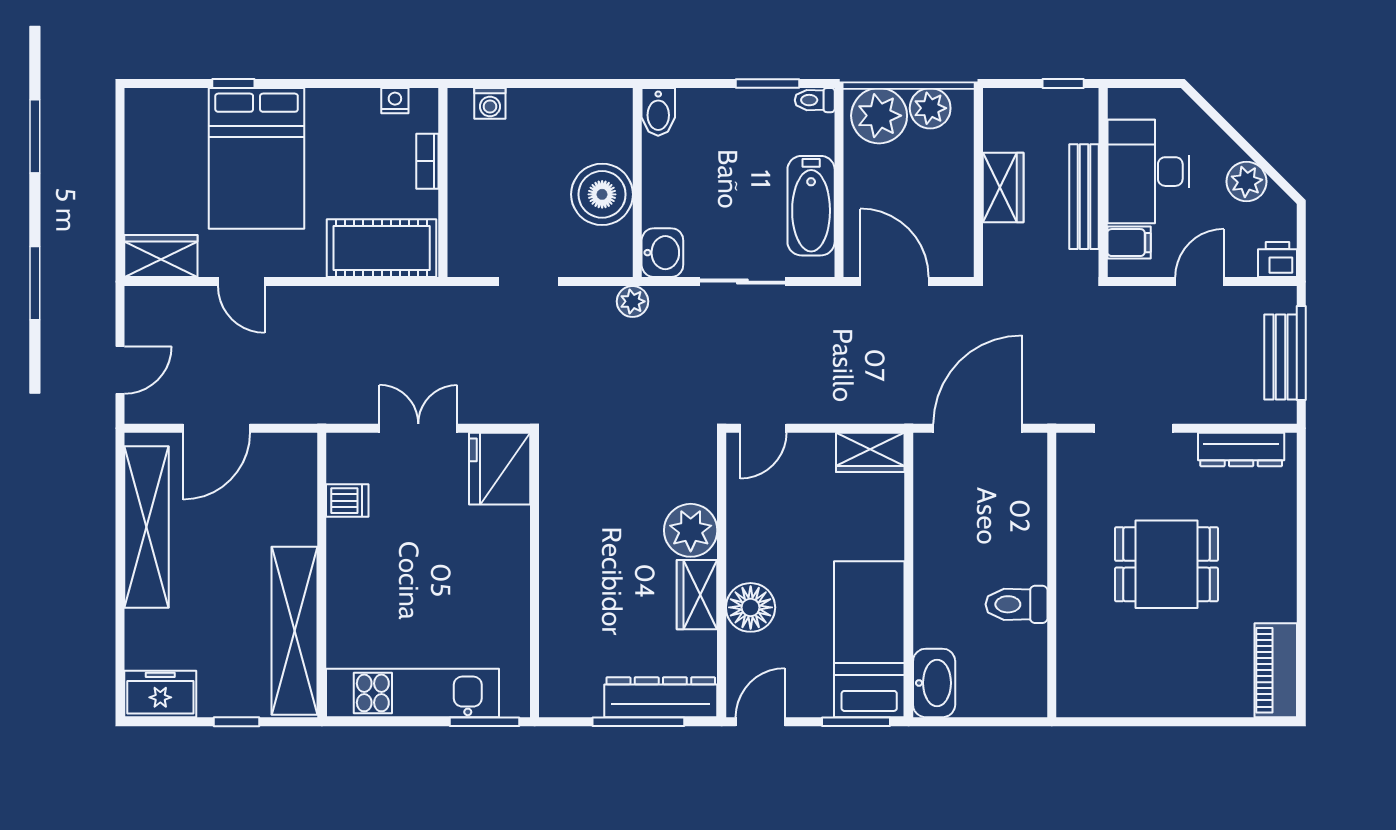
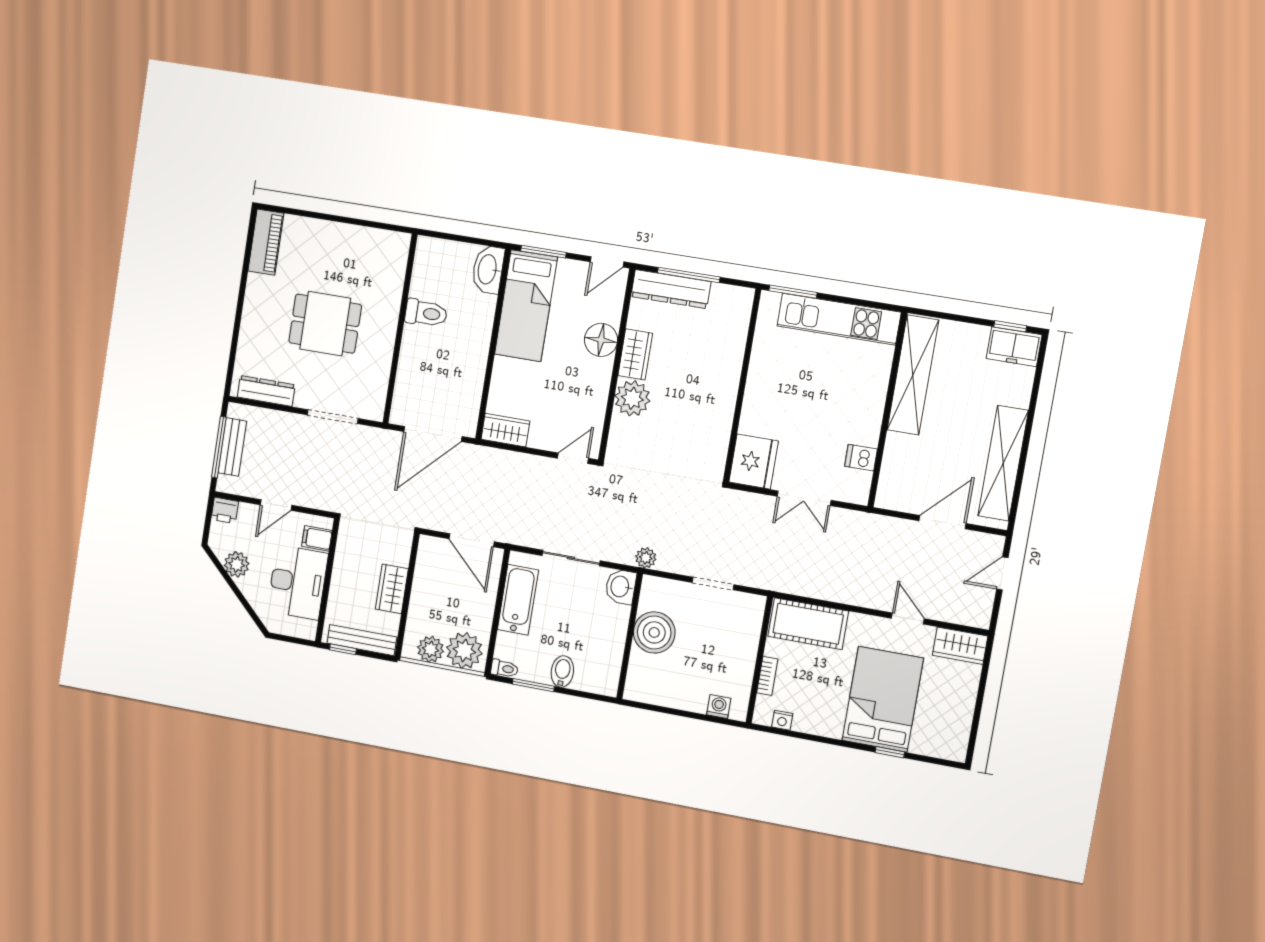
bidet: (658, 112) -> (562, 671), moved
bench: (1084, 197) -> (362, 640), moved, turned 90
window: (236, 722) -> (1010, 326), moved

